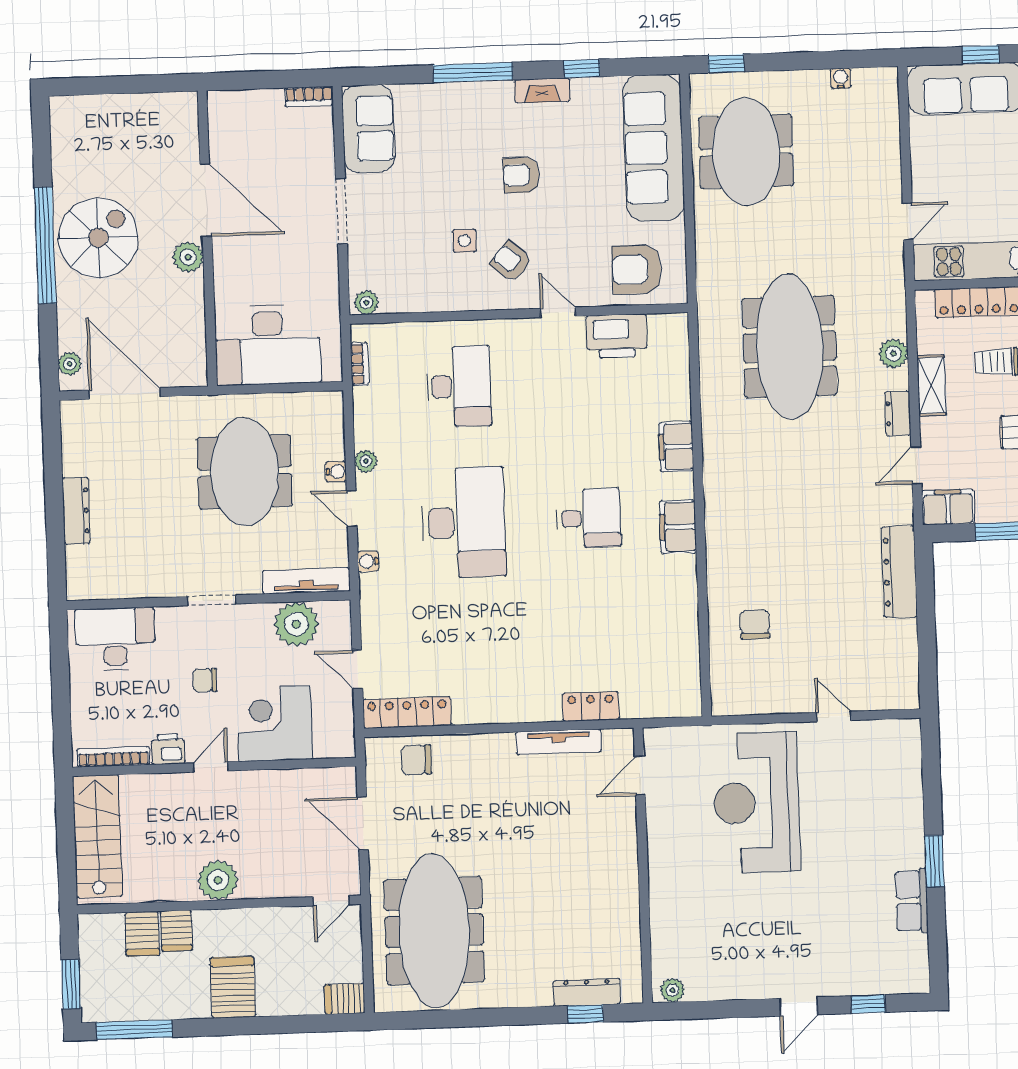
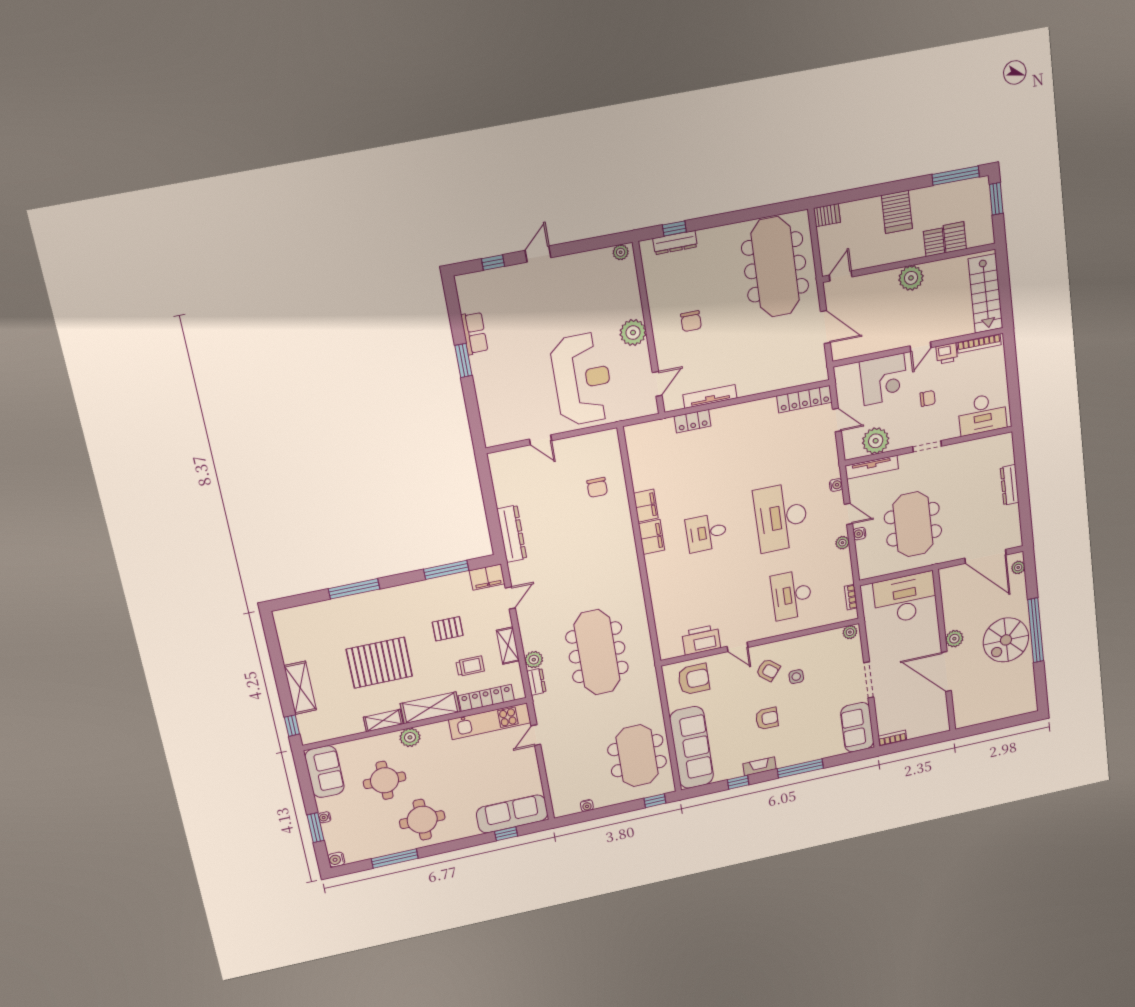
dresser: (898, 413) -> (536, 682), moved
filing cabinet: (676, 447) -> (646, 506), moved
chair: (416, 760) -> (691, 321), moved, turned 90
plant: (668, 863) -> (633, 333), added

